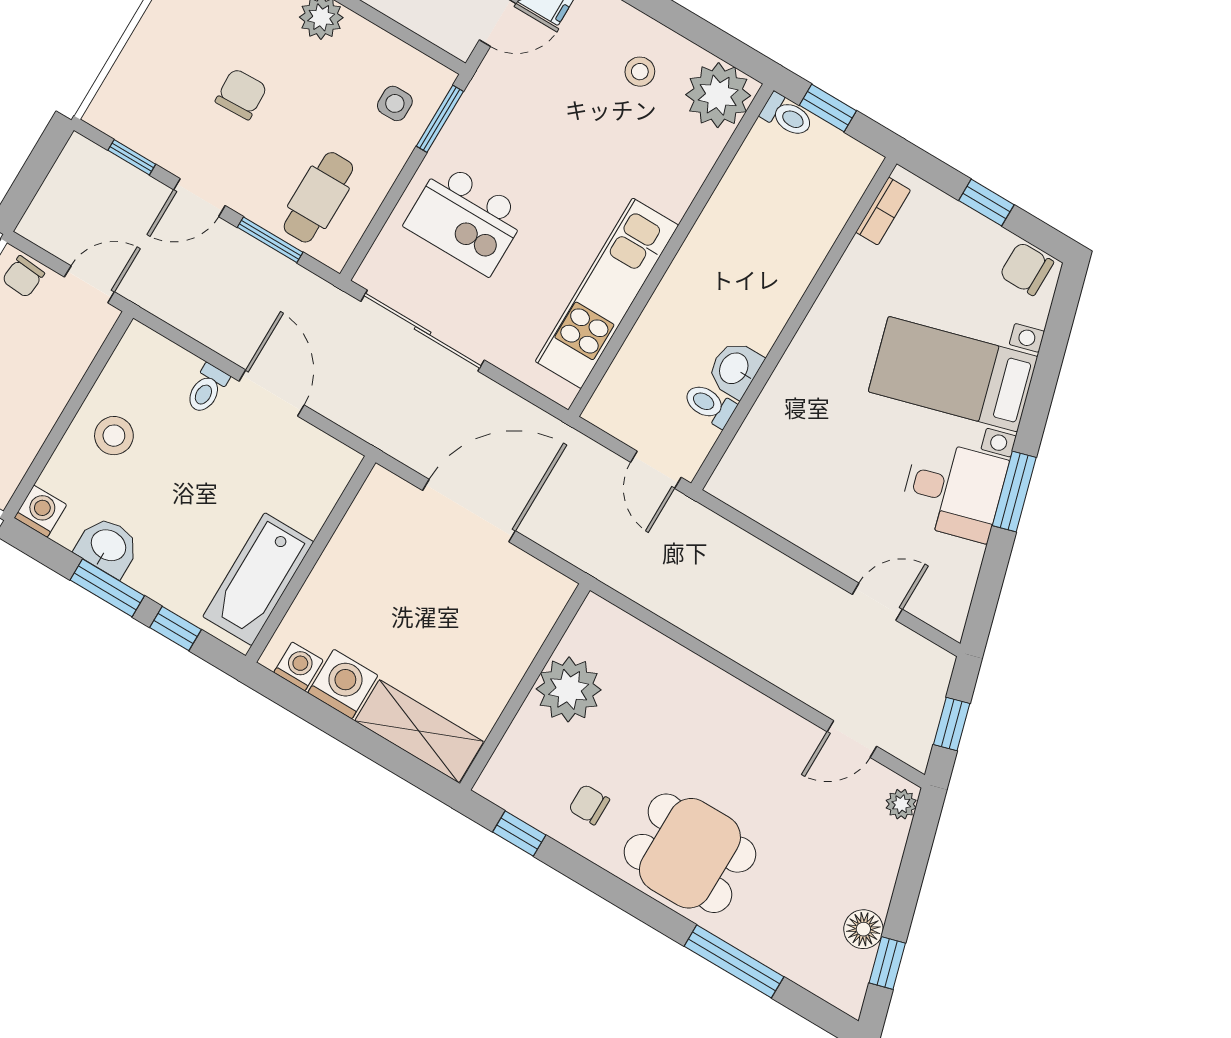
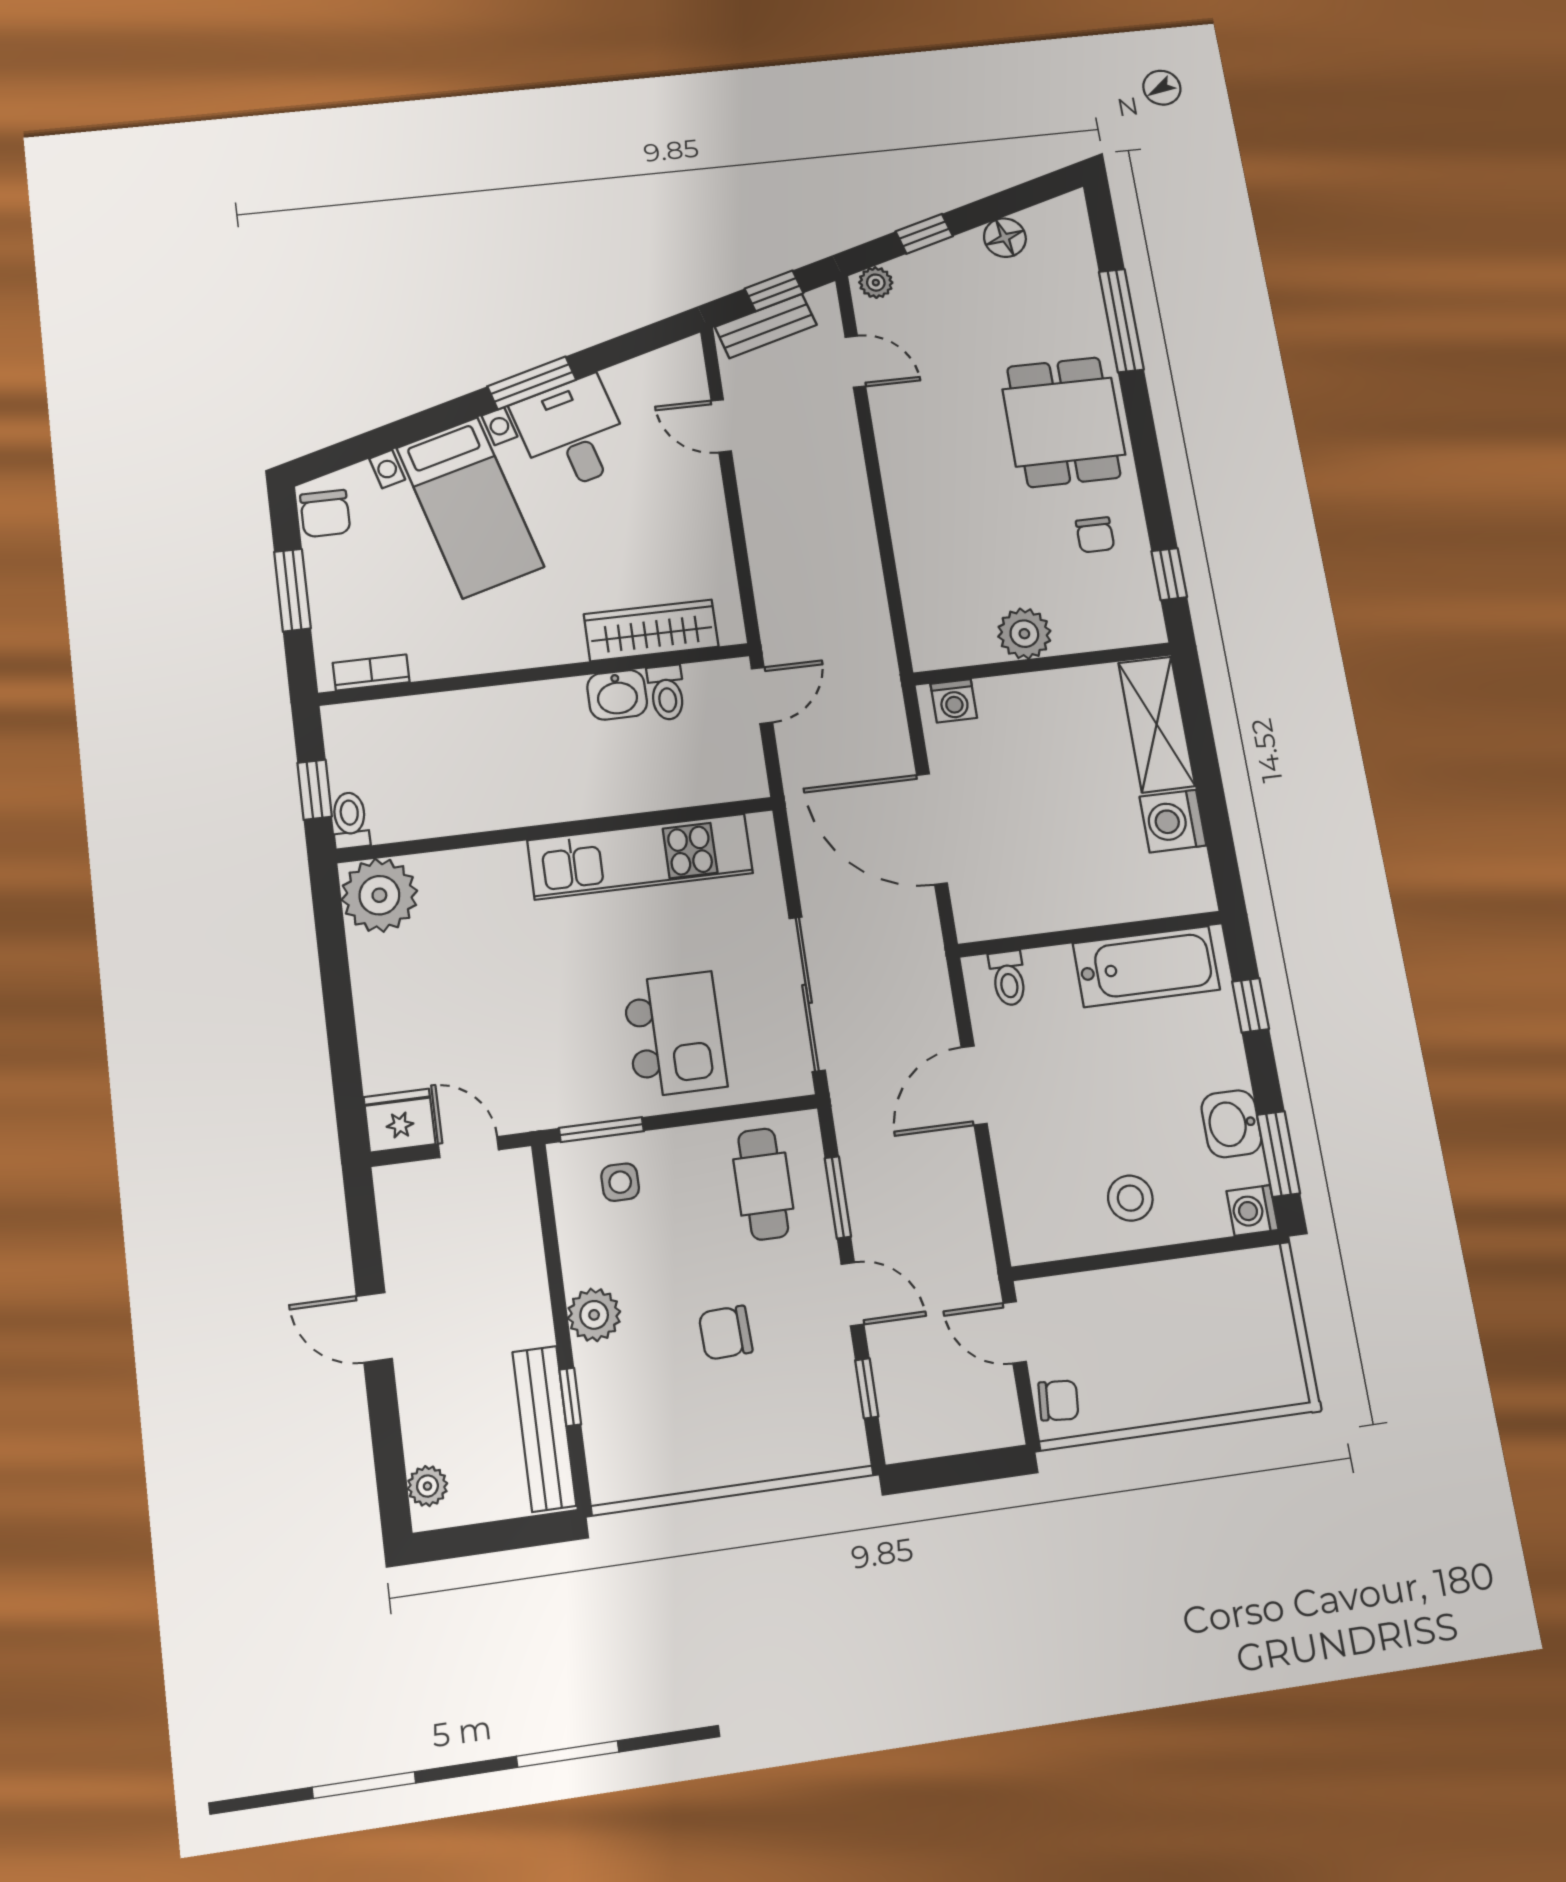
stool: (640, 72) -> (413, 982), removed
cafe table: (318, 197) -> (763, 1184), turned 90
window: (986, 203) -> (292, 590), width x1.50
toilet: (207, 389) -> (1008, 978), moved, turned 90
wardrobe: (763, 430) -> (651, 630), added
window: (107, 588) -> (1279, 1154), moved
washing machine: (298, 666) -> (954, 701), moved, turned -90
plant: (569, 689) -> (1024, 634), width x0.73, depth x0.73
bench: (929, 696) -> (766, 326), added
window: (887, 963) -> (924, 234), moved

